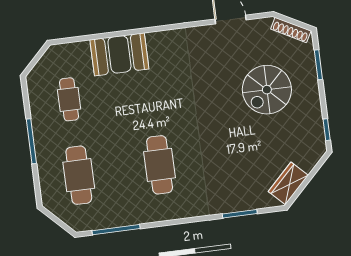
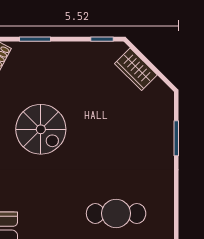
spiral stairs: (267, 90) -> (41, 129), moved
wardrobe: (288, 183) -> (136, 69), moved

